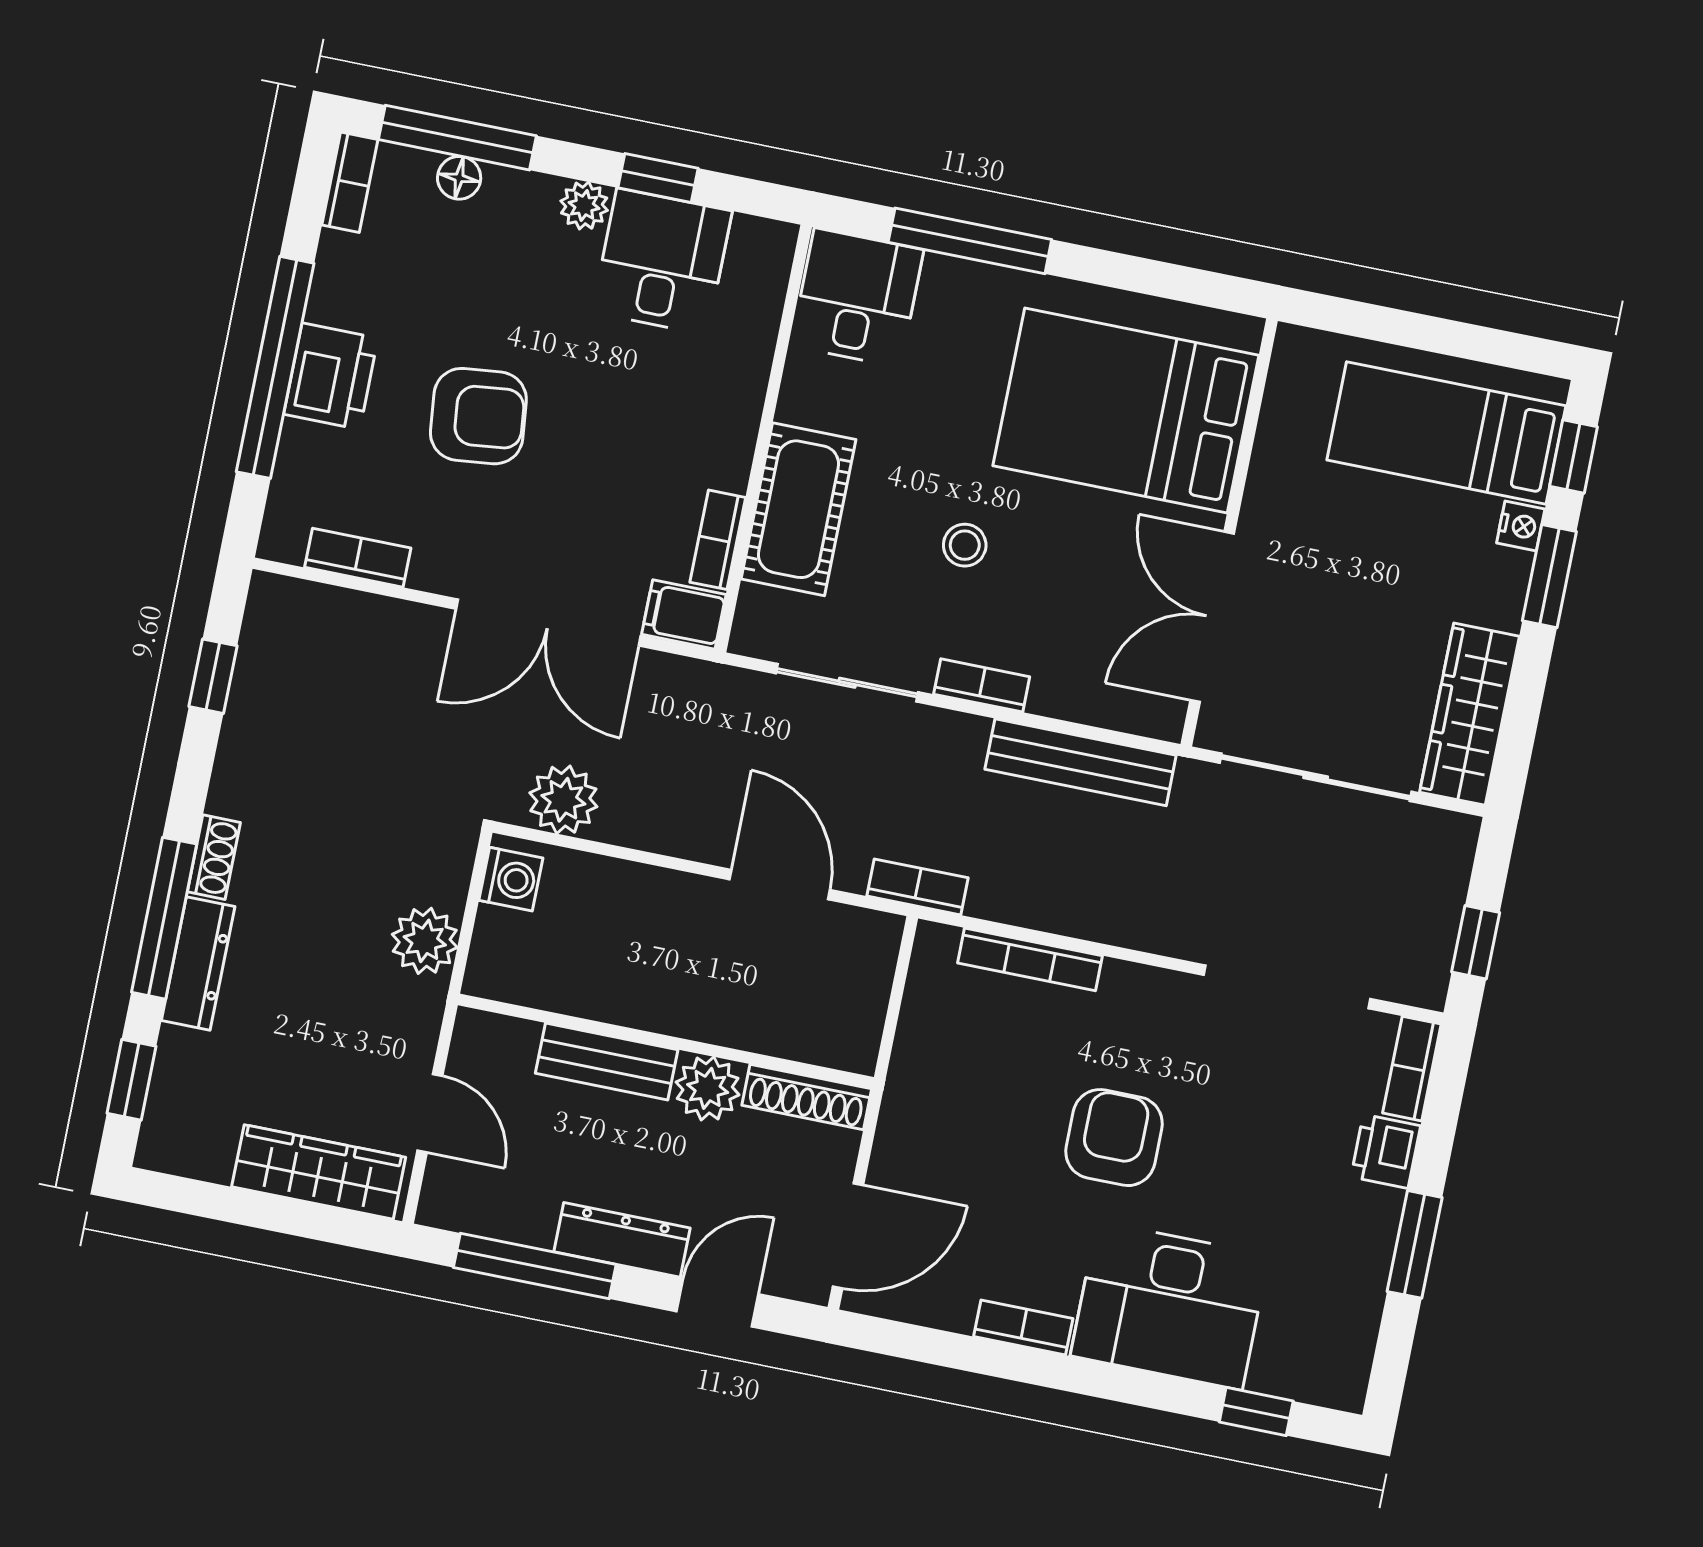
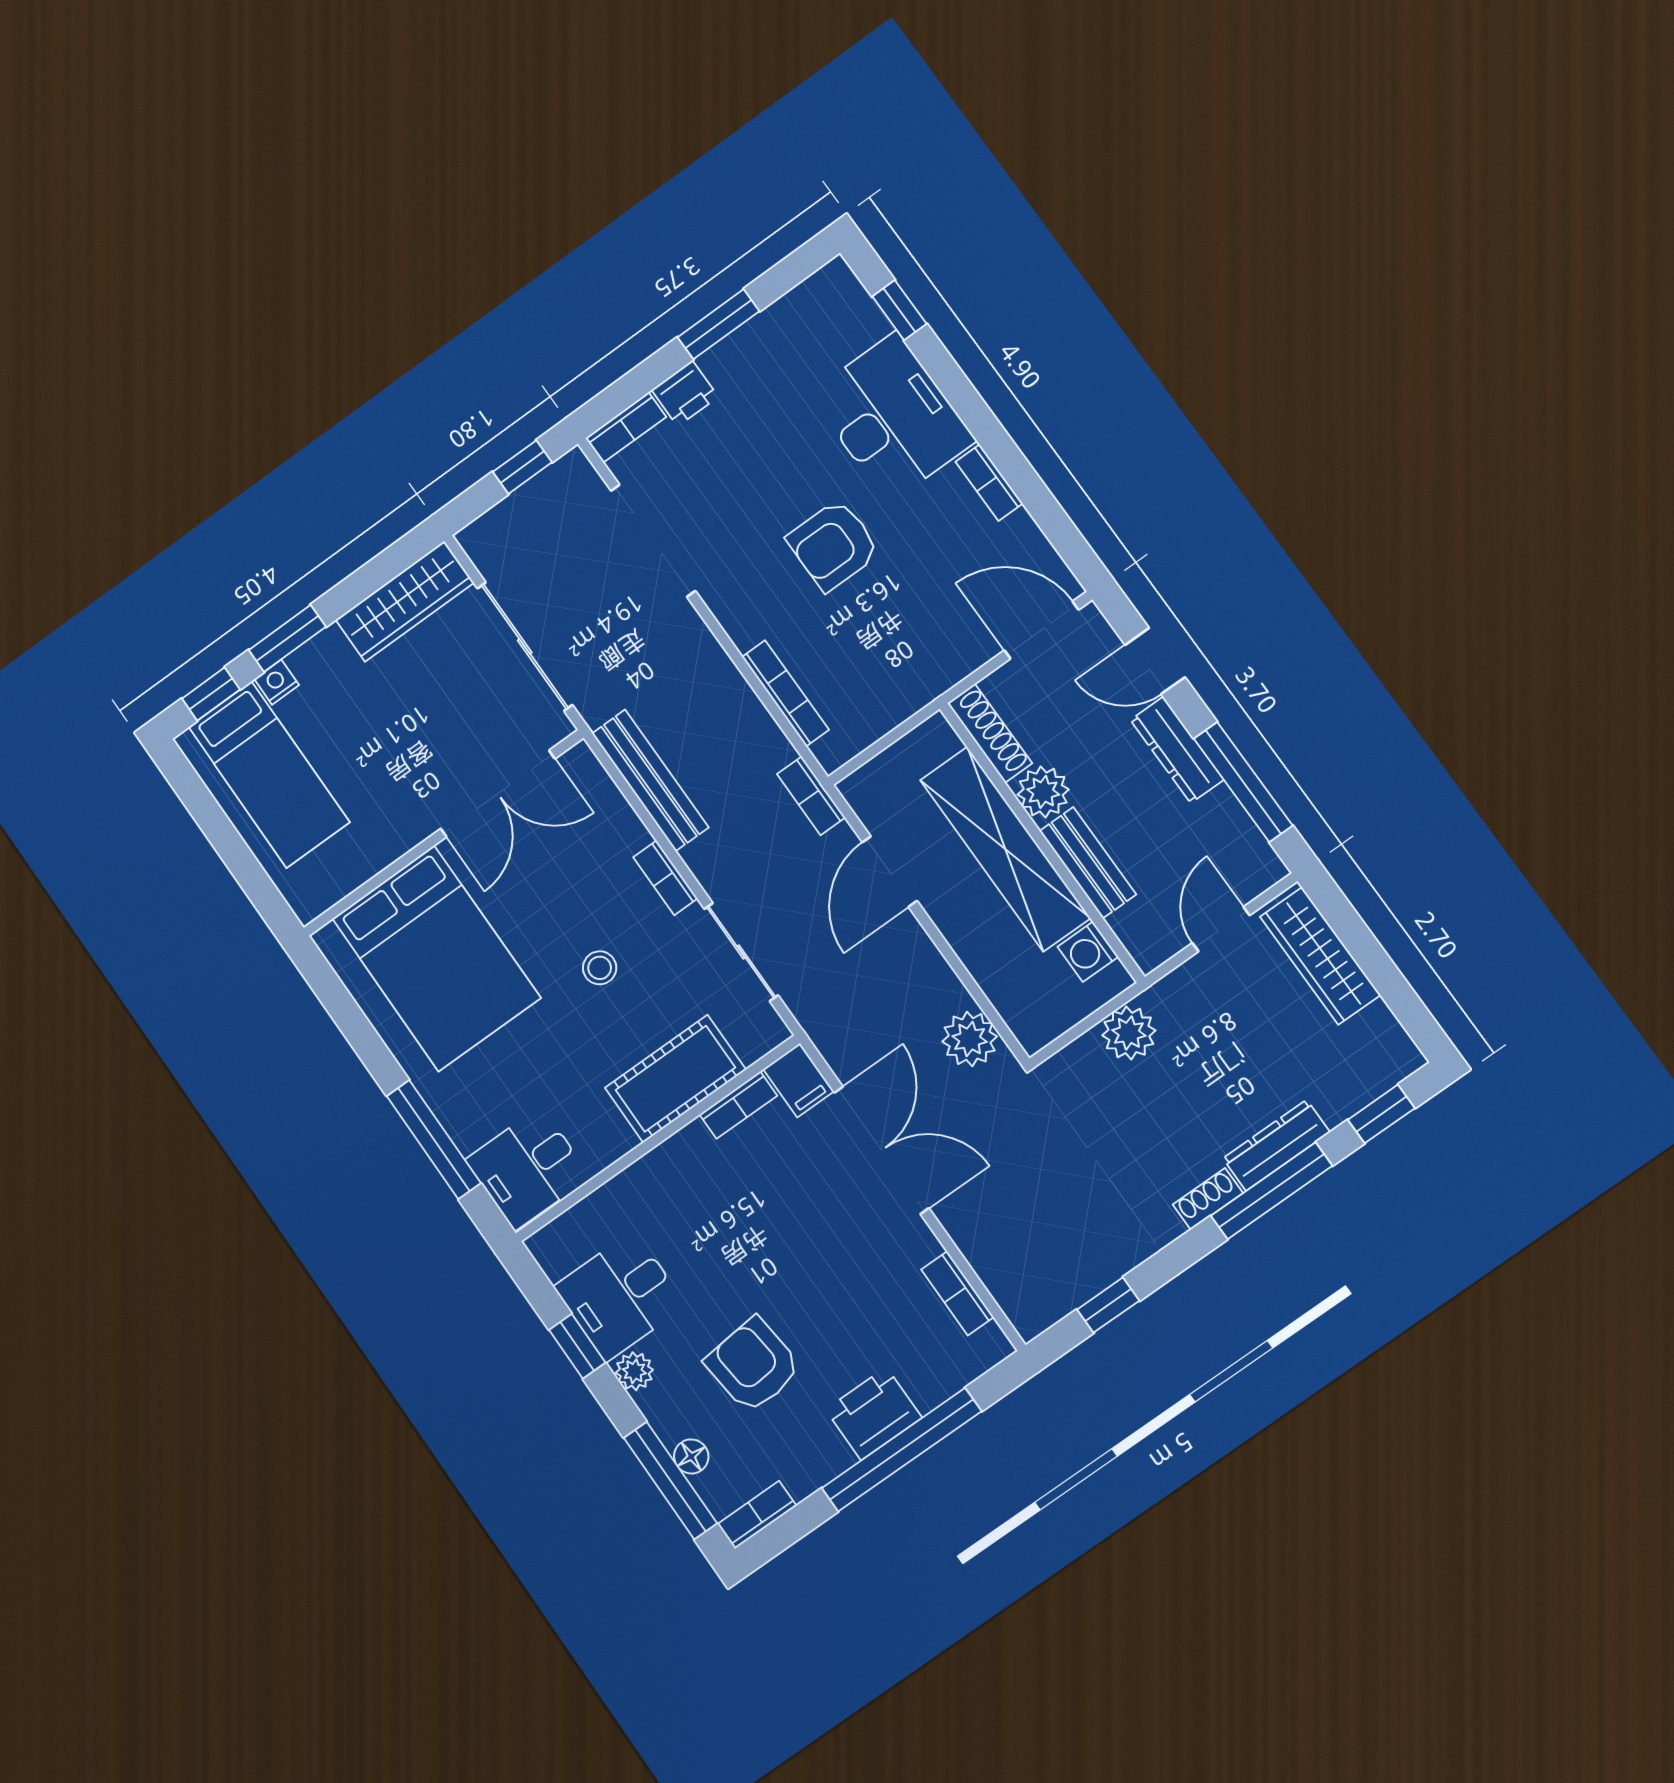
armchair: (478, 416) -> (753, 1365), moved
washing machine: (511, 879) -> (1088, 952), moved, turned -90
shelving: (693, 1004) -> (1005, 849), added

